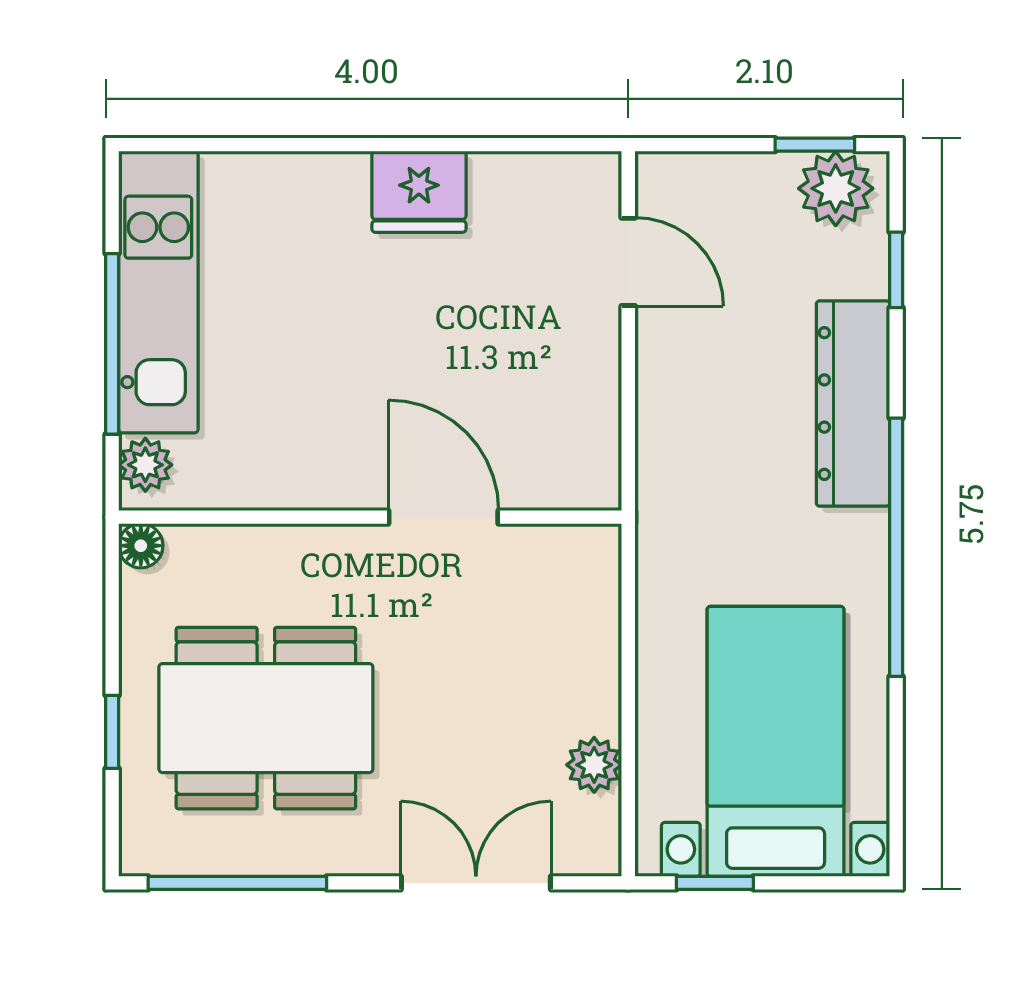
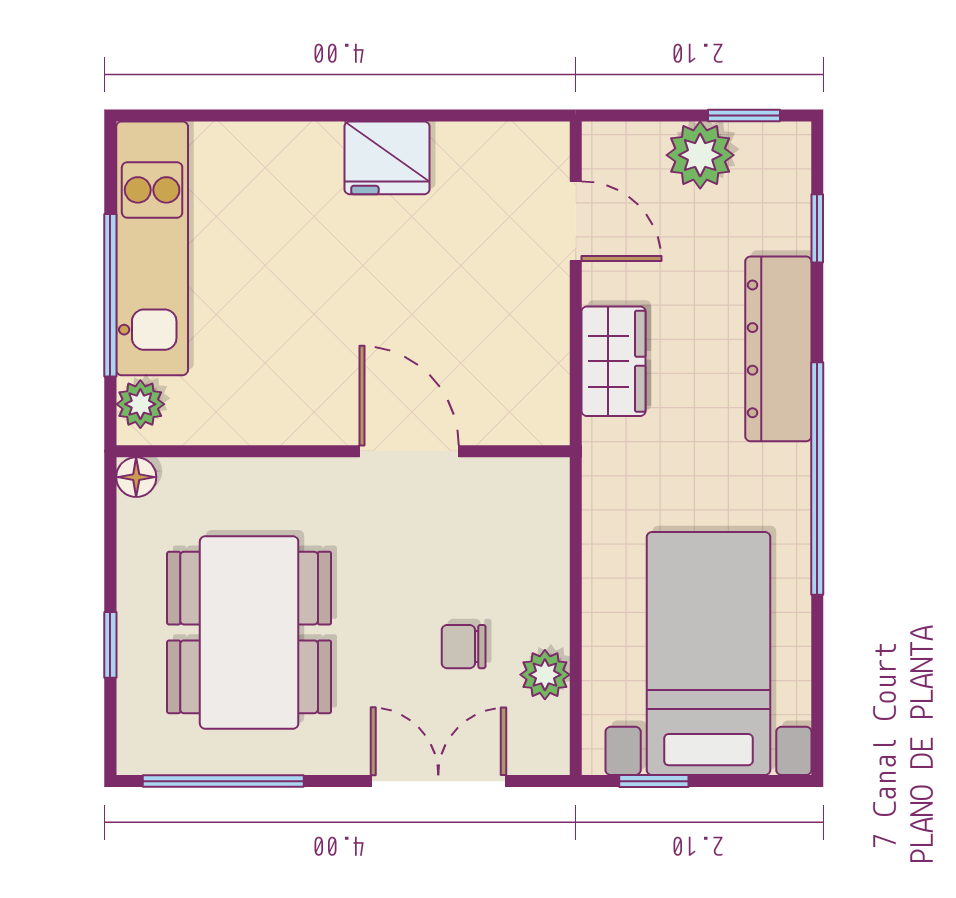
plant: (836, 188) -> (700, 155), moved
wardrobe: (670, 417) -> (613, 361), added
dining table: (266, 718) -> (249, 632), turned 90
chair: (504, 734) -> (464, 647), added

